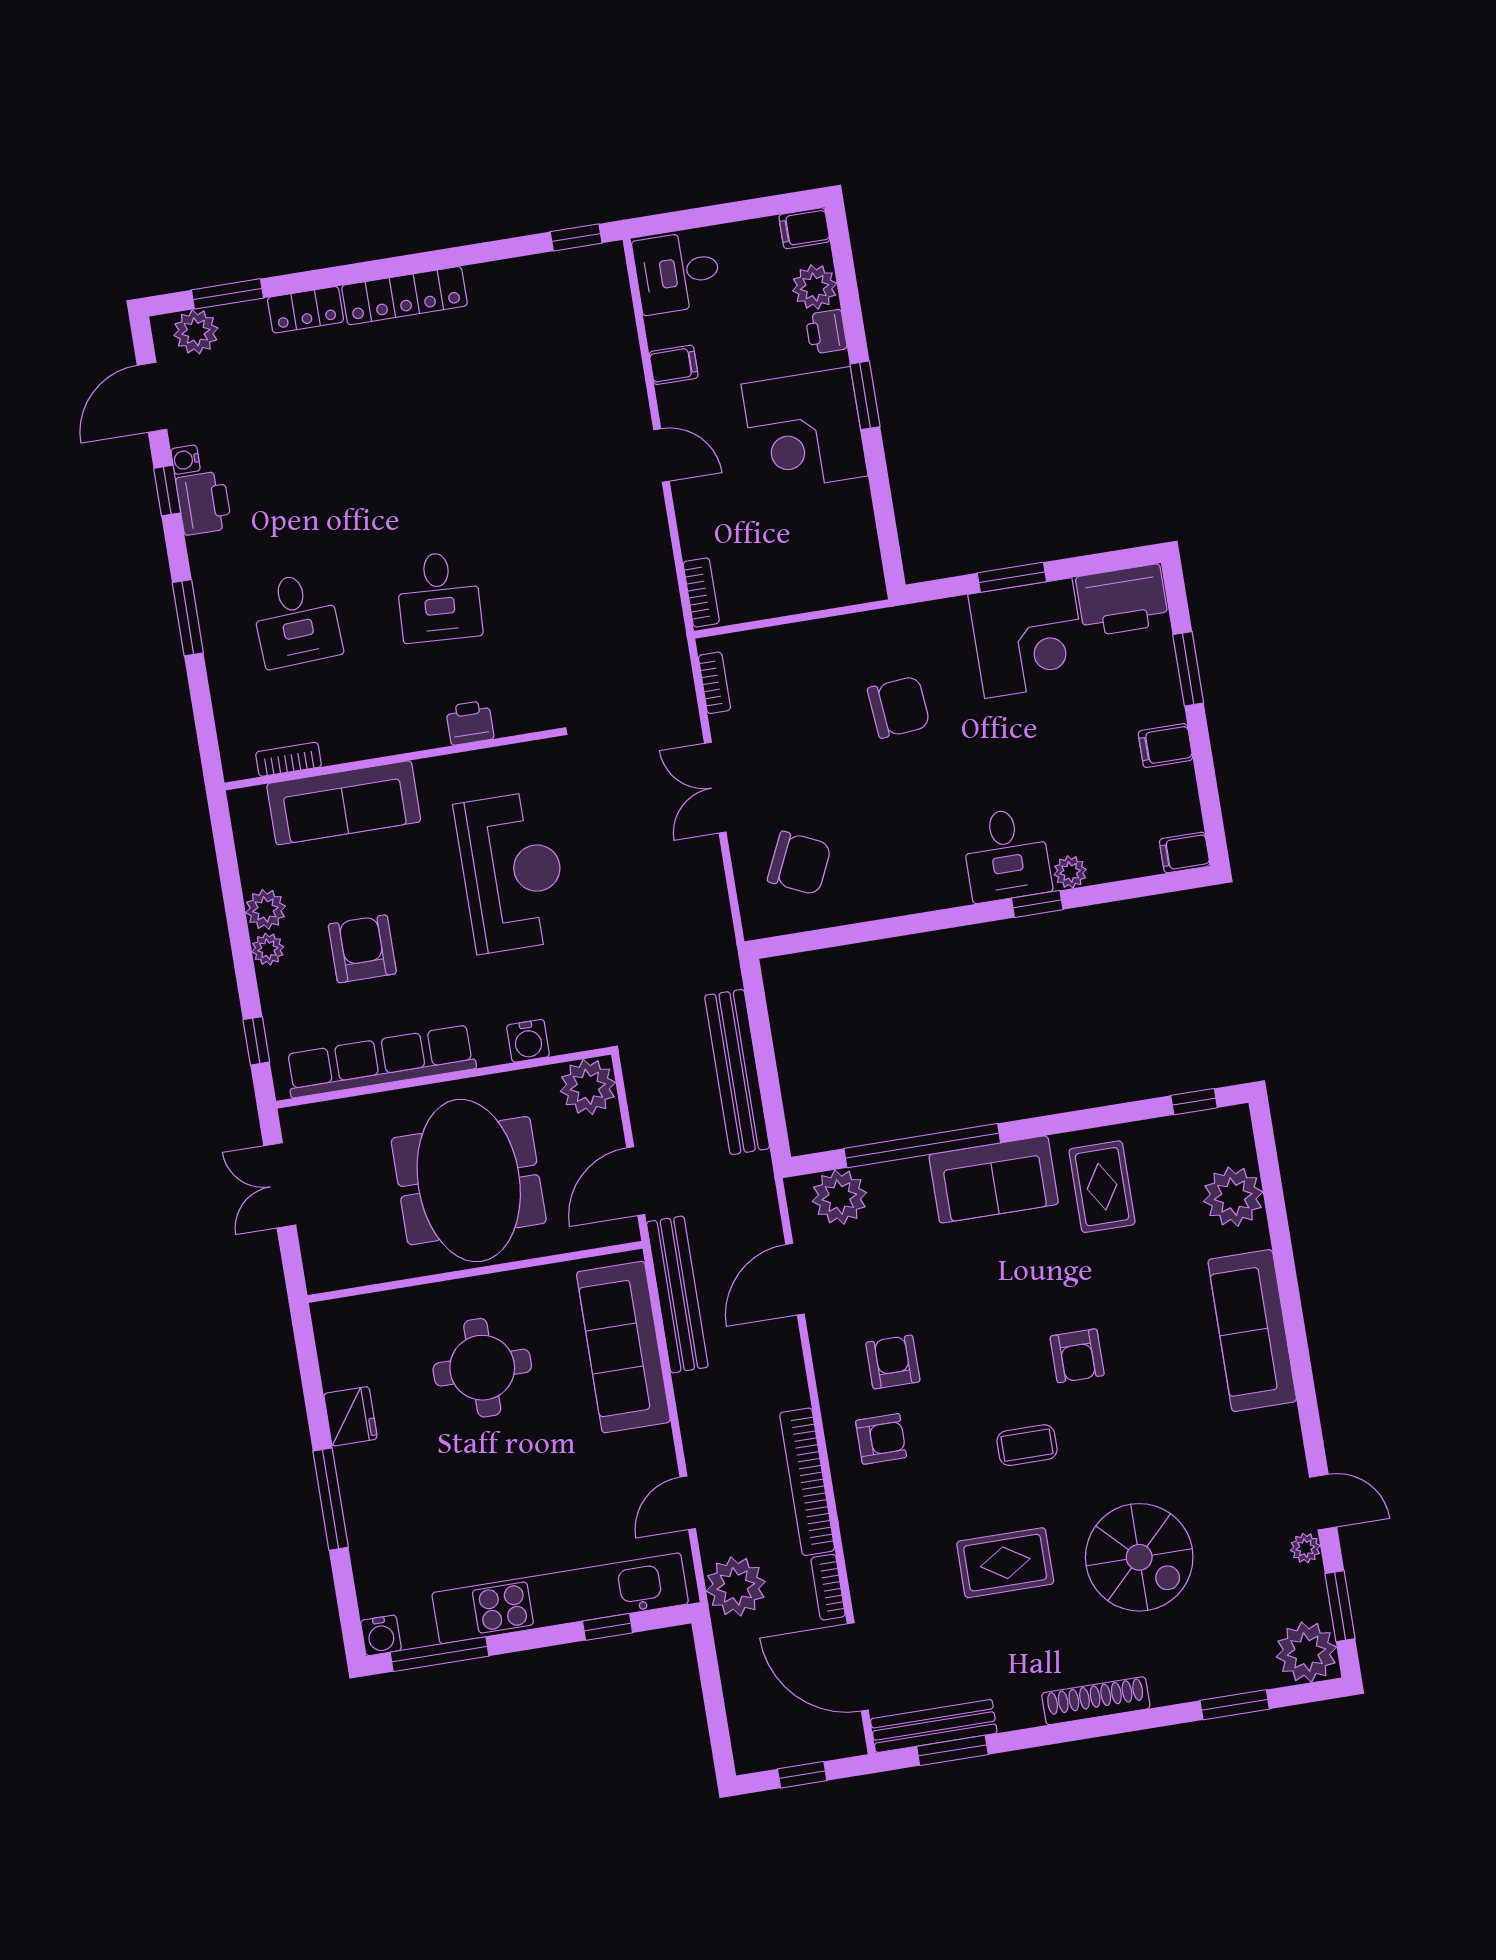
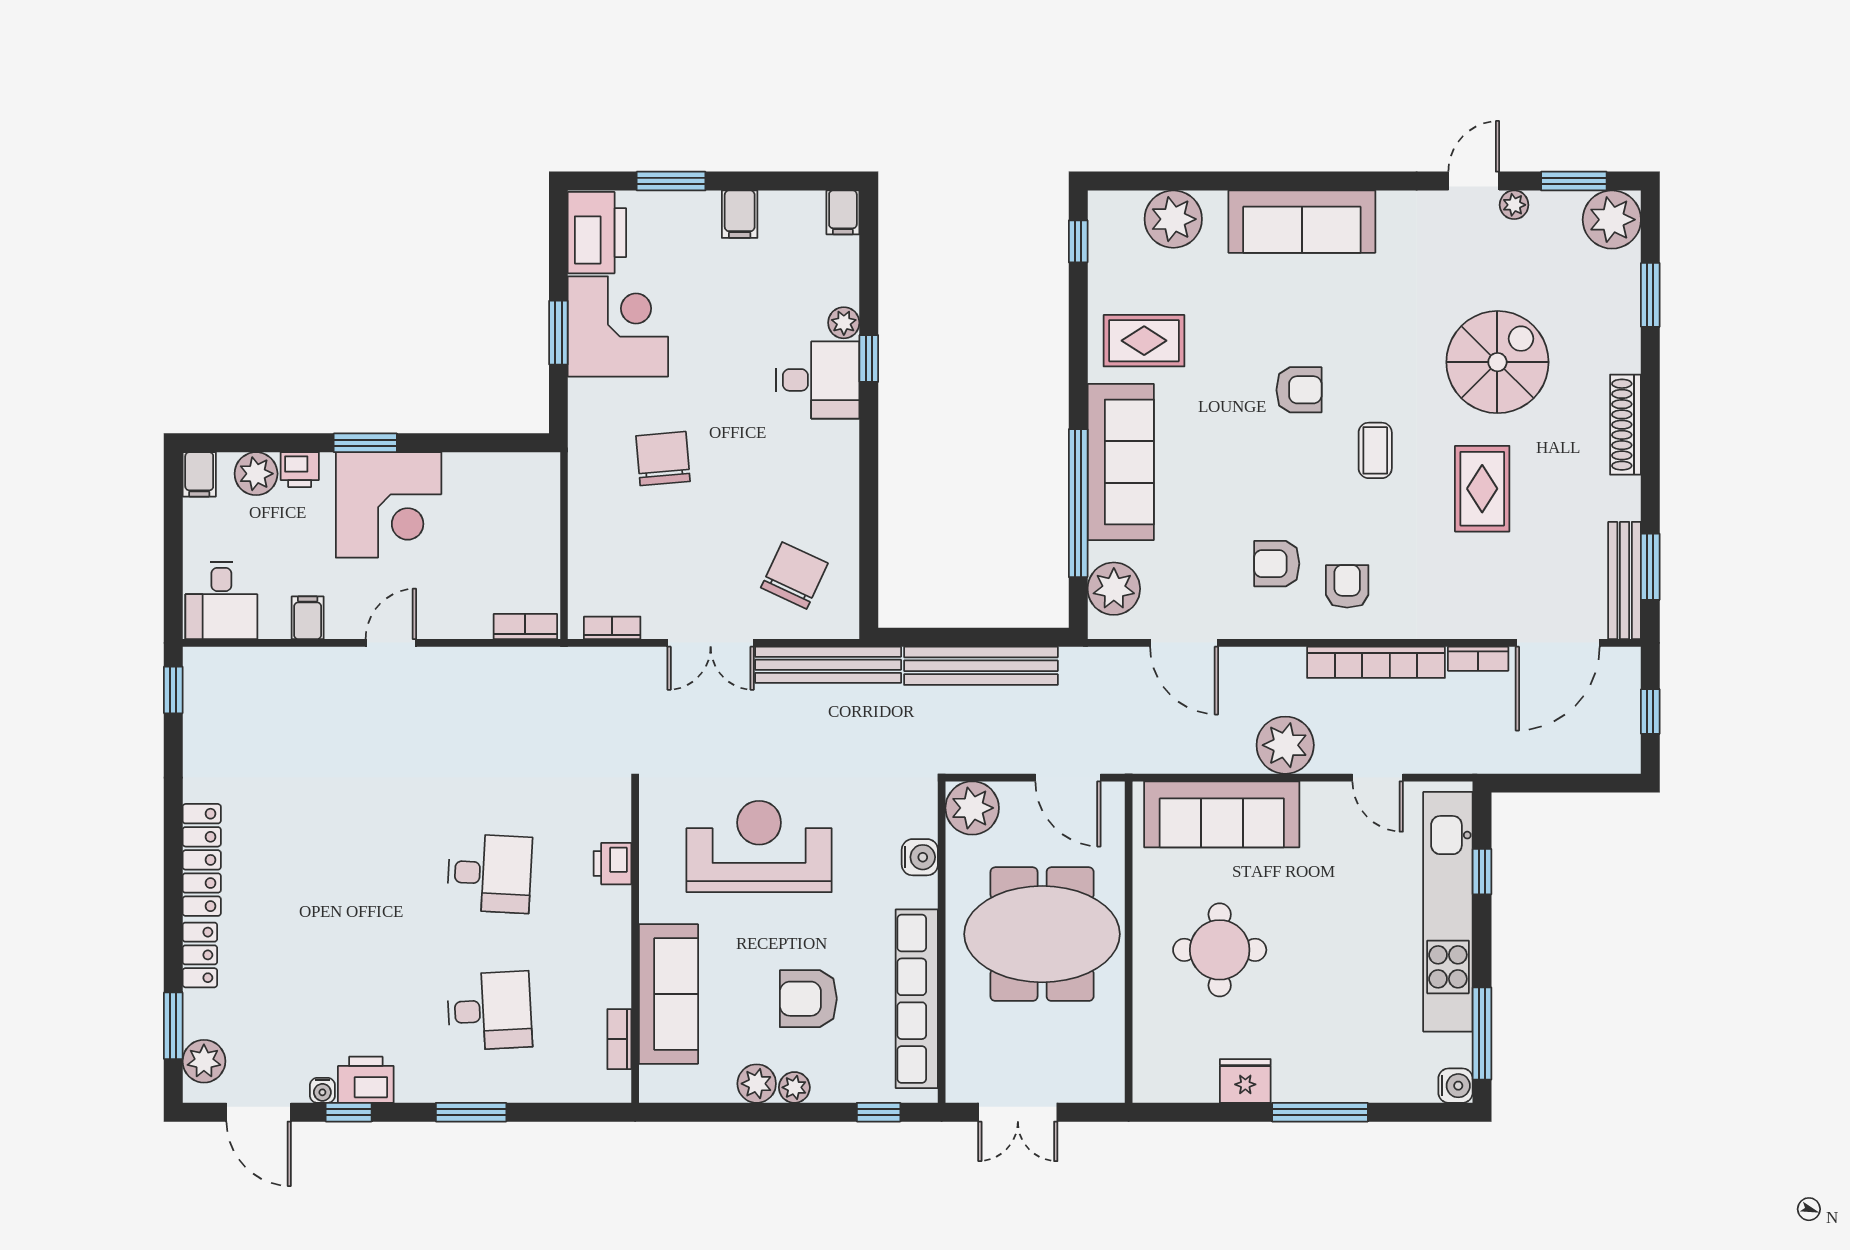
sofa: (994, 1179) -> (1121, 462), width x1.36
bench: (677, 1294) -> (828, 665), moved
plant: (736, 1586) -> (1285, 745), moved

